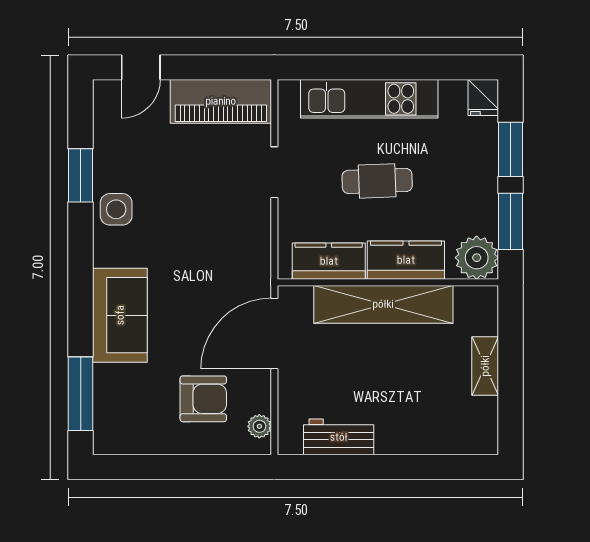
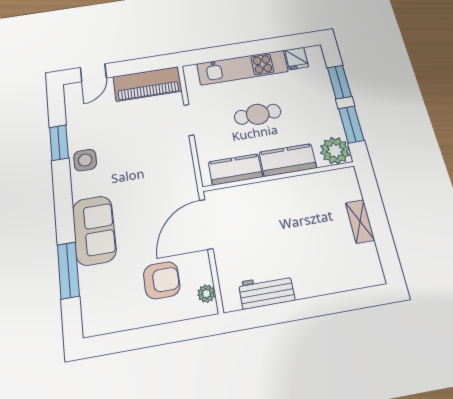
fridge: (483, 98) -> (297, 58), moved
shelving: (383, 304) -> (279, 191), removed
window: (81, 394) -> (68, 270), moved

